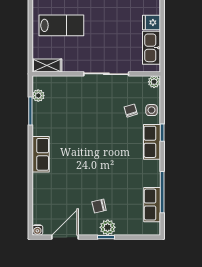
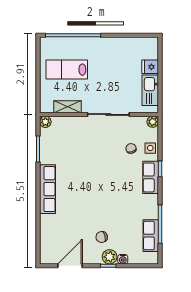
lab bench: (61, 25) -> (67, 70), turned 180
shelving: (47, 65) -> (68, 107), moved
plant: (38, 96) -> (45, 122), moved
row of seats: (41, 154) -> (47, 189), width x1.48
water cooler: (37, 230) -> (123, 259), moved

